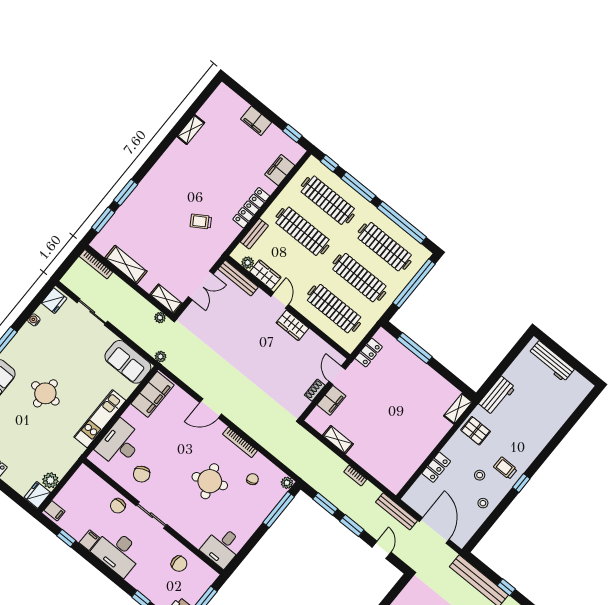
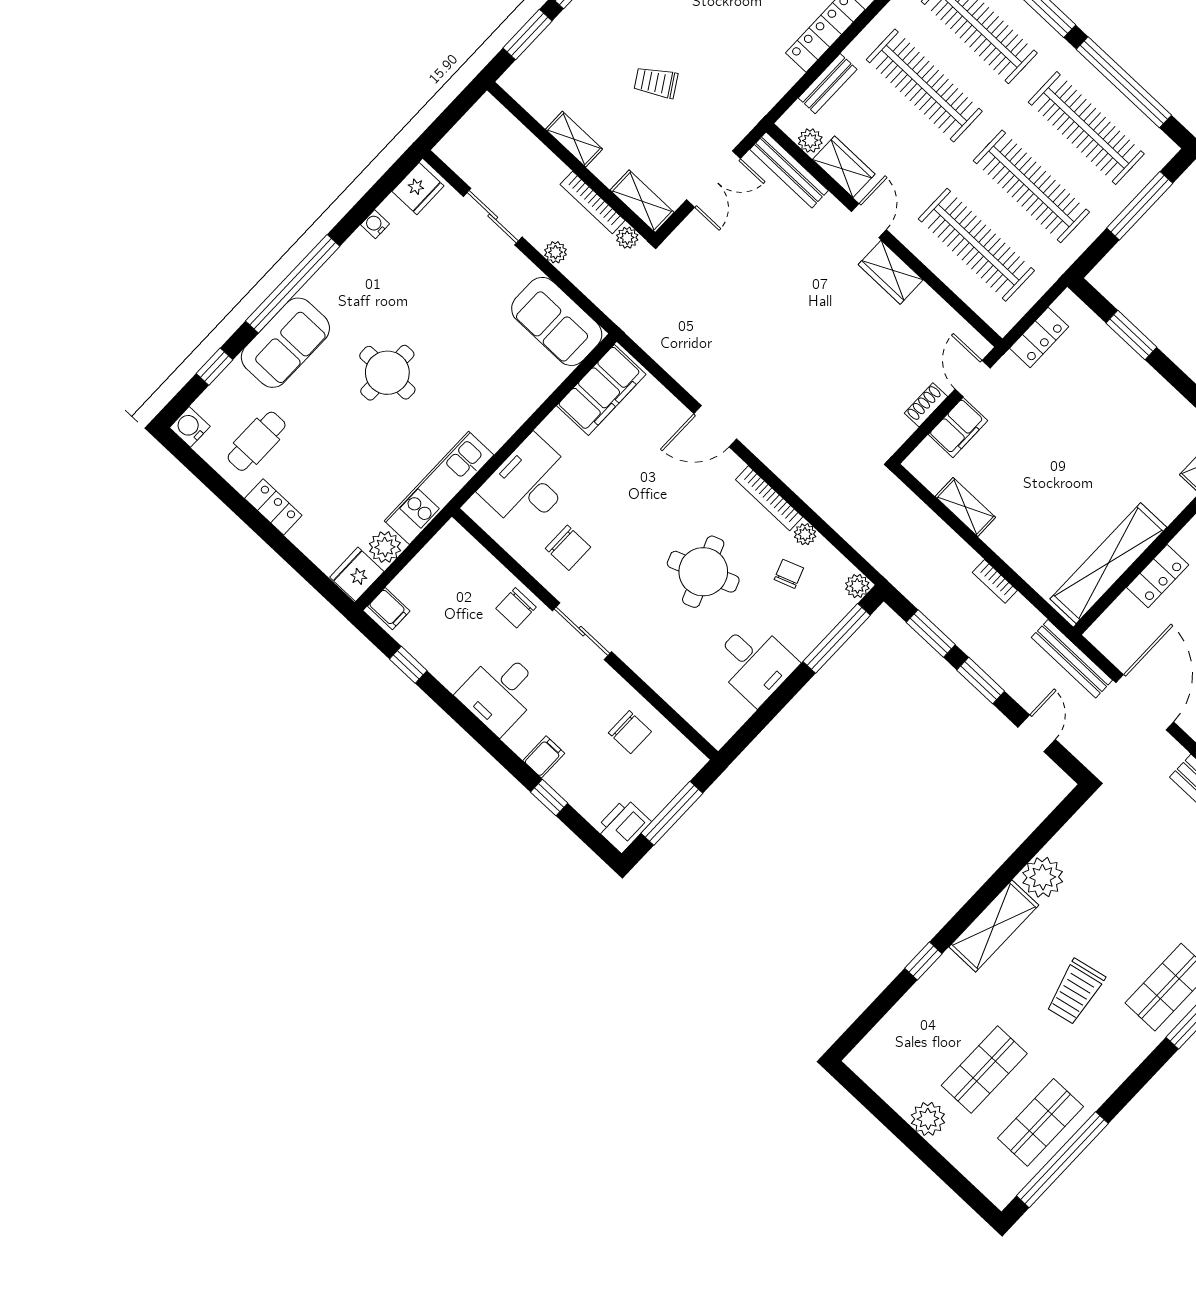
trolley: (201, 221) -> (656, 82), moved
bookcase: (96, 264) -> (592, 202), moved
shelving: (126, 265) -> (574, 139), width x0.67, depth x0.75
window: (414, 283) -> (1140, 206), width x0.68
window: (414, 348) -> (1131, 335), width x0.69
plant: (161, 357) -> (555, 252), moved
kitchen unit: (100, 419) -> (439, 488), moved
plant: (259, 459) -> (805, 534), added
shelving: (411, 462) -> (1108, 563), added
chair: (142, 474) -> (568, 548), turned -64
filing cabinet: (89, 540) -> (544, 757), moved
desk: (222, 547) -> (754, 663), moved, turned -90
desk: (117, 552) -> (500, 692), width x0.73

